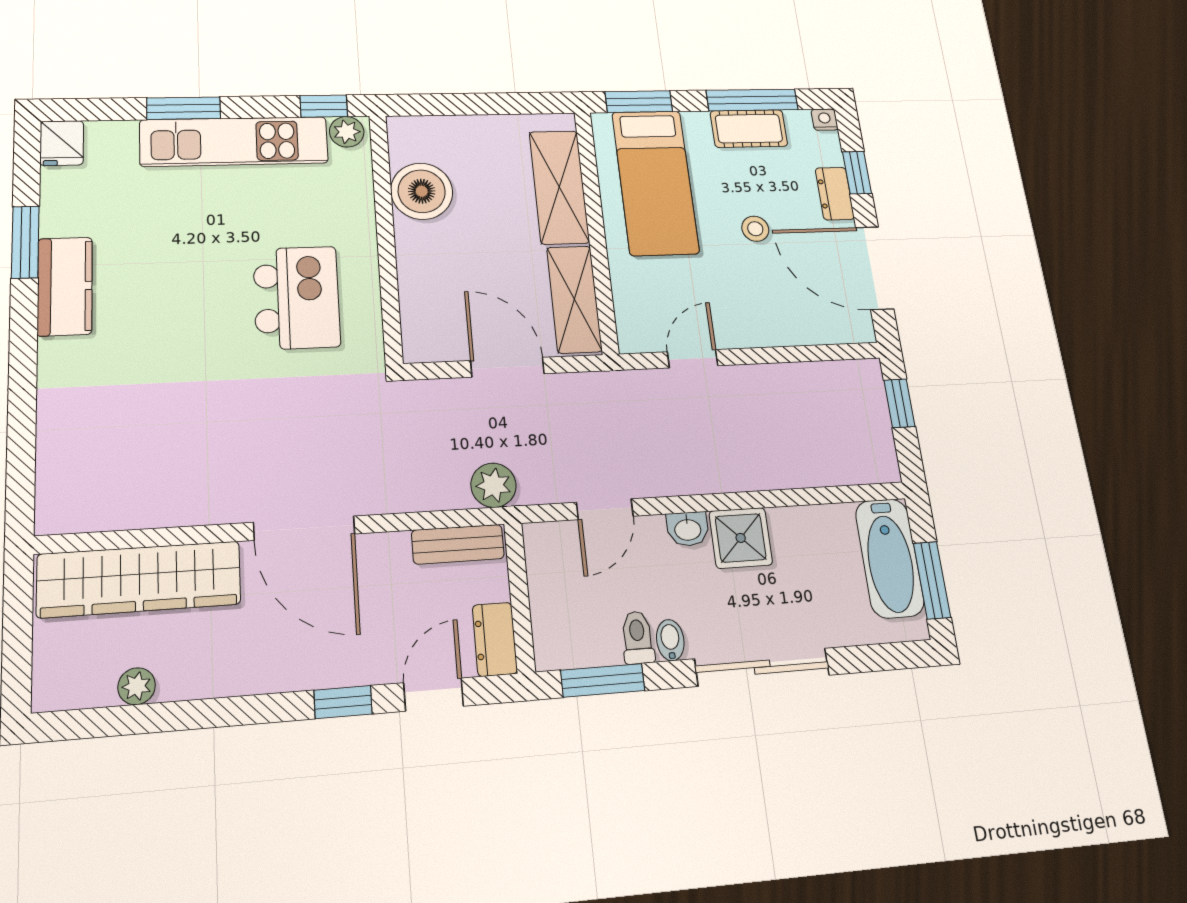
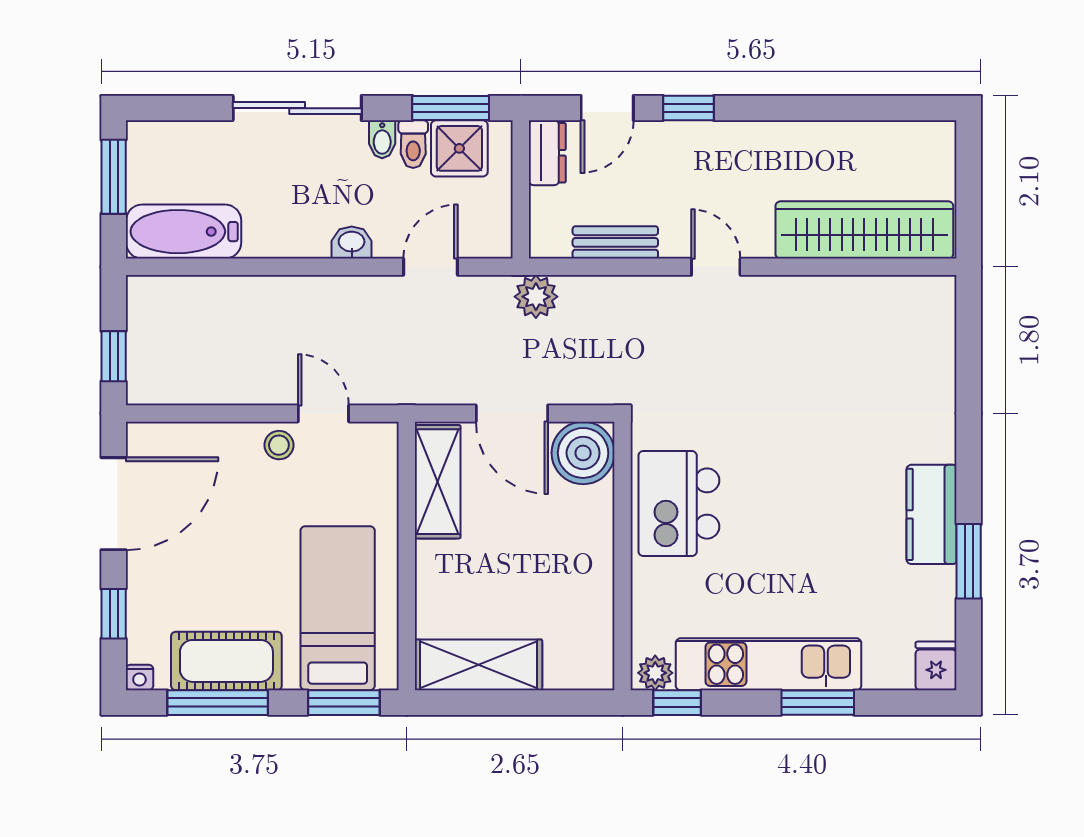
cot: (749, 129) -> (226, 661), width x1.37, depth x1.34
shelving: (559, 187) -> (479, 665), moved, turned 90
boiler: (422, 191) -> (583, 453), moved
dresser: (835, 194) -> (143, 590), removed
stool: (755, 229) -> (279, 445), moved
door: (875, 268) -> (114, 504), hinge flipped
kitchen island: (297, 298) -> (679, 504), moved
door: (693, 359) -> (323, 413), swing flipped
door: (304, 528) -> (716, 267), width x0.53
shower: (741, 538) -> (459, 148), moved
bench: (458, 544) -> (615, 242), moved
bathtub: (890, 558) -> (184, 232), moved, turned -90
plant: (137, 686) -> (867, 136), removed

